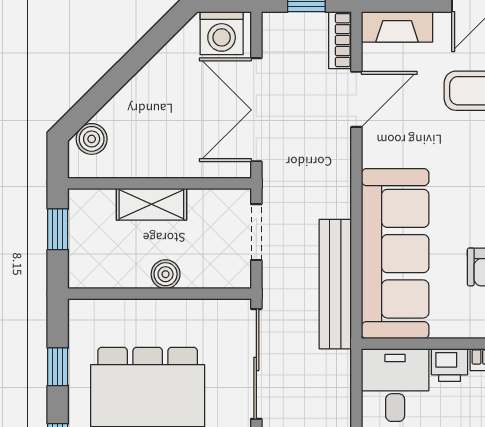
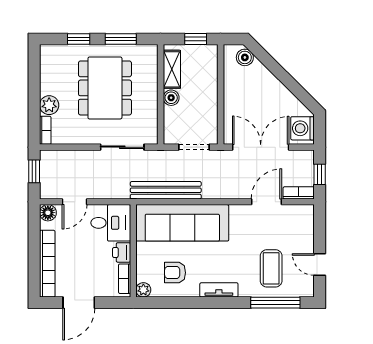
fireplace: (397, 27) -> (306, 224), removed
door: (356, 99) -> (266, 202), swing flipped
shelving: (151, 204) -> (172, 69), moved
sliding door: (256, 364) -> (122, 147), width x0.73
window: (58, 367) -> (121, 39), width x1.50

